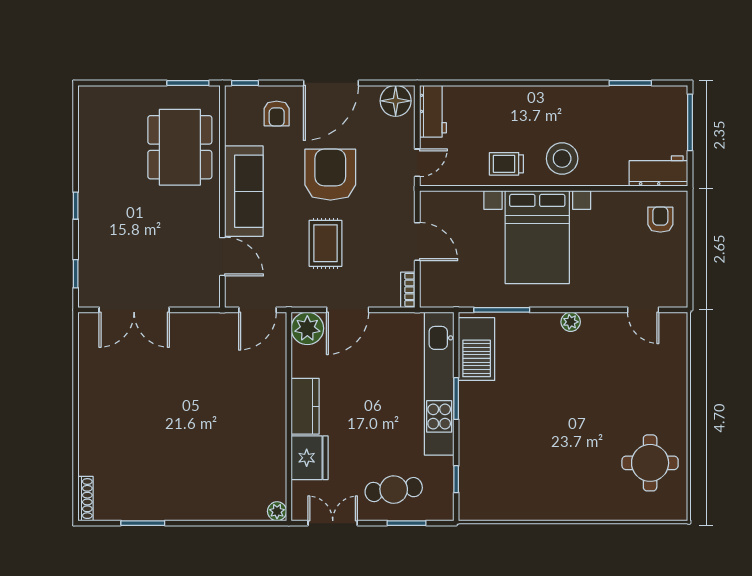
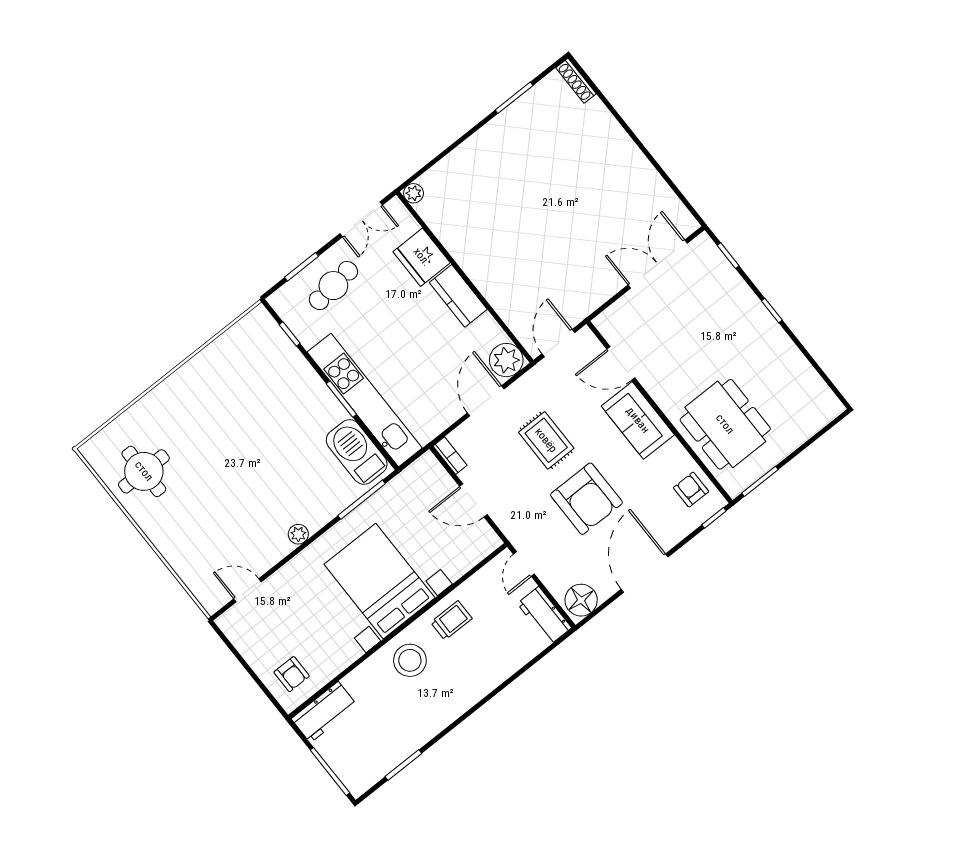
armchair: (277, 113) -> (691, 490), moved
sofa: (244, 191) -> (638, 420), width x0.73

